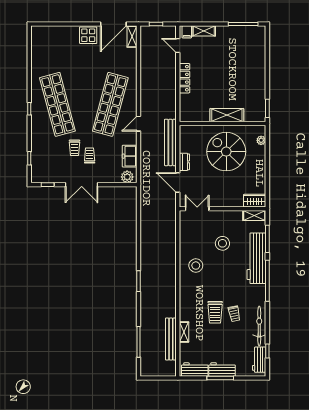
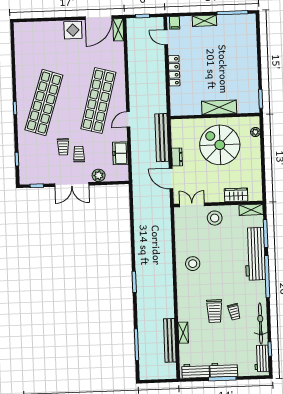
shelving: (204, 31) -> (204, 21), moved
shop shelf: (57, 104) -> (44, 103), turned 33
plant: (127, 177) -> (99, 175), moved
wardrobe: (255, 201) -> (236, 195), moved
stool: (222, 243) -> (215, 218), moved

